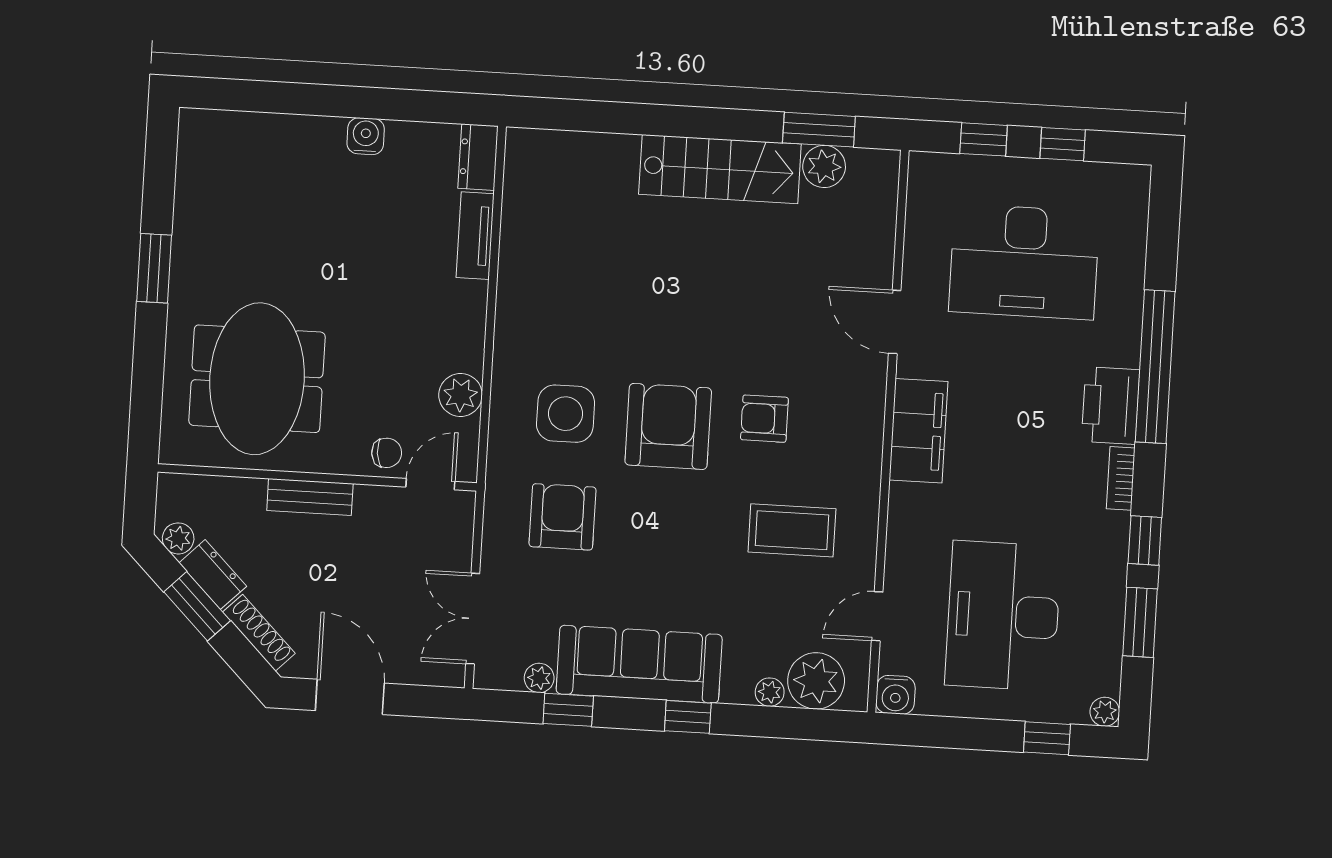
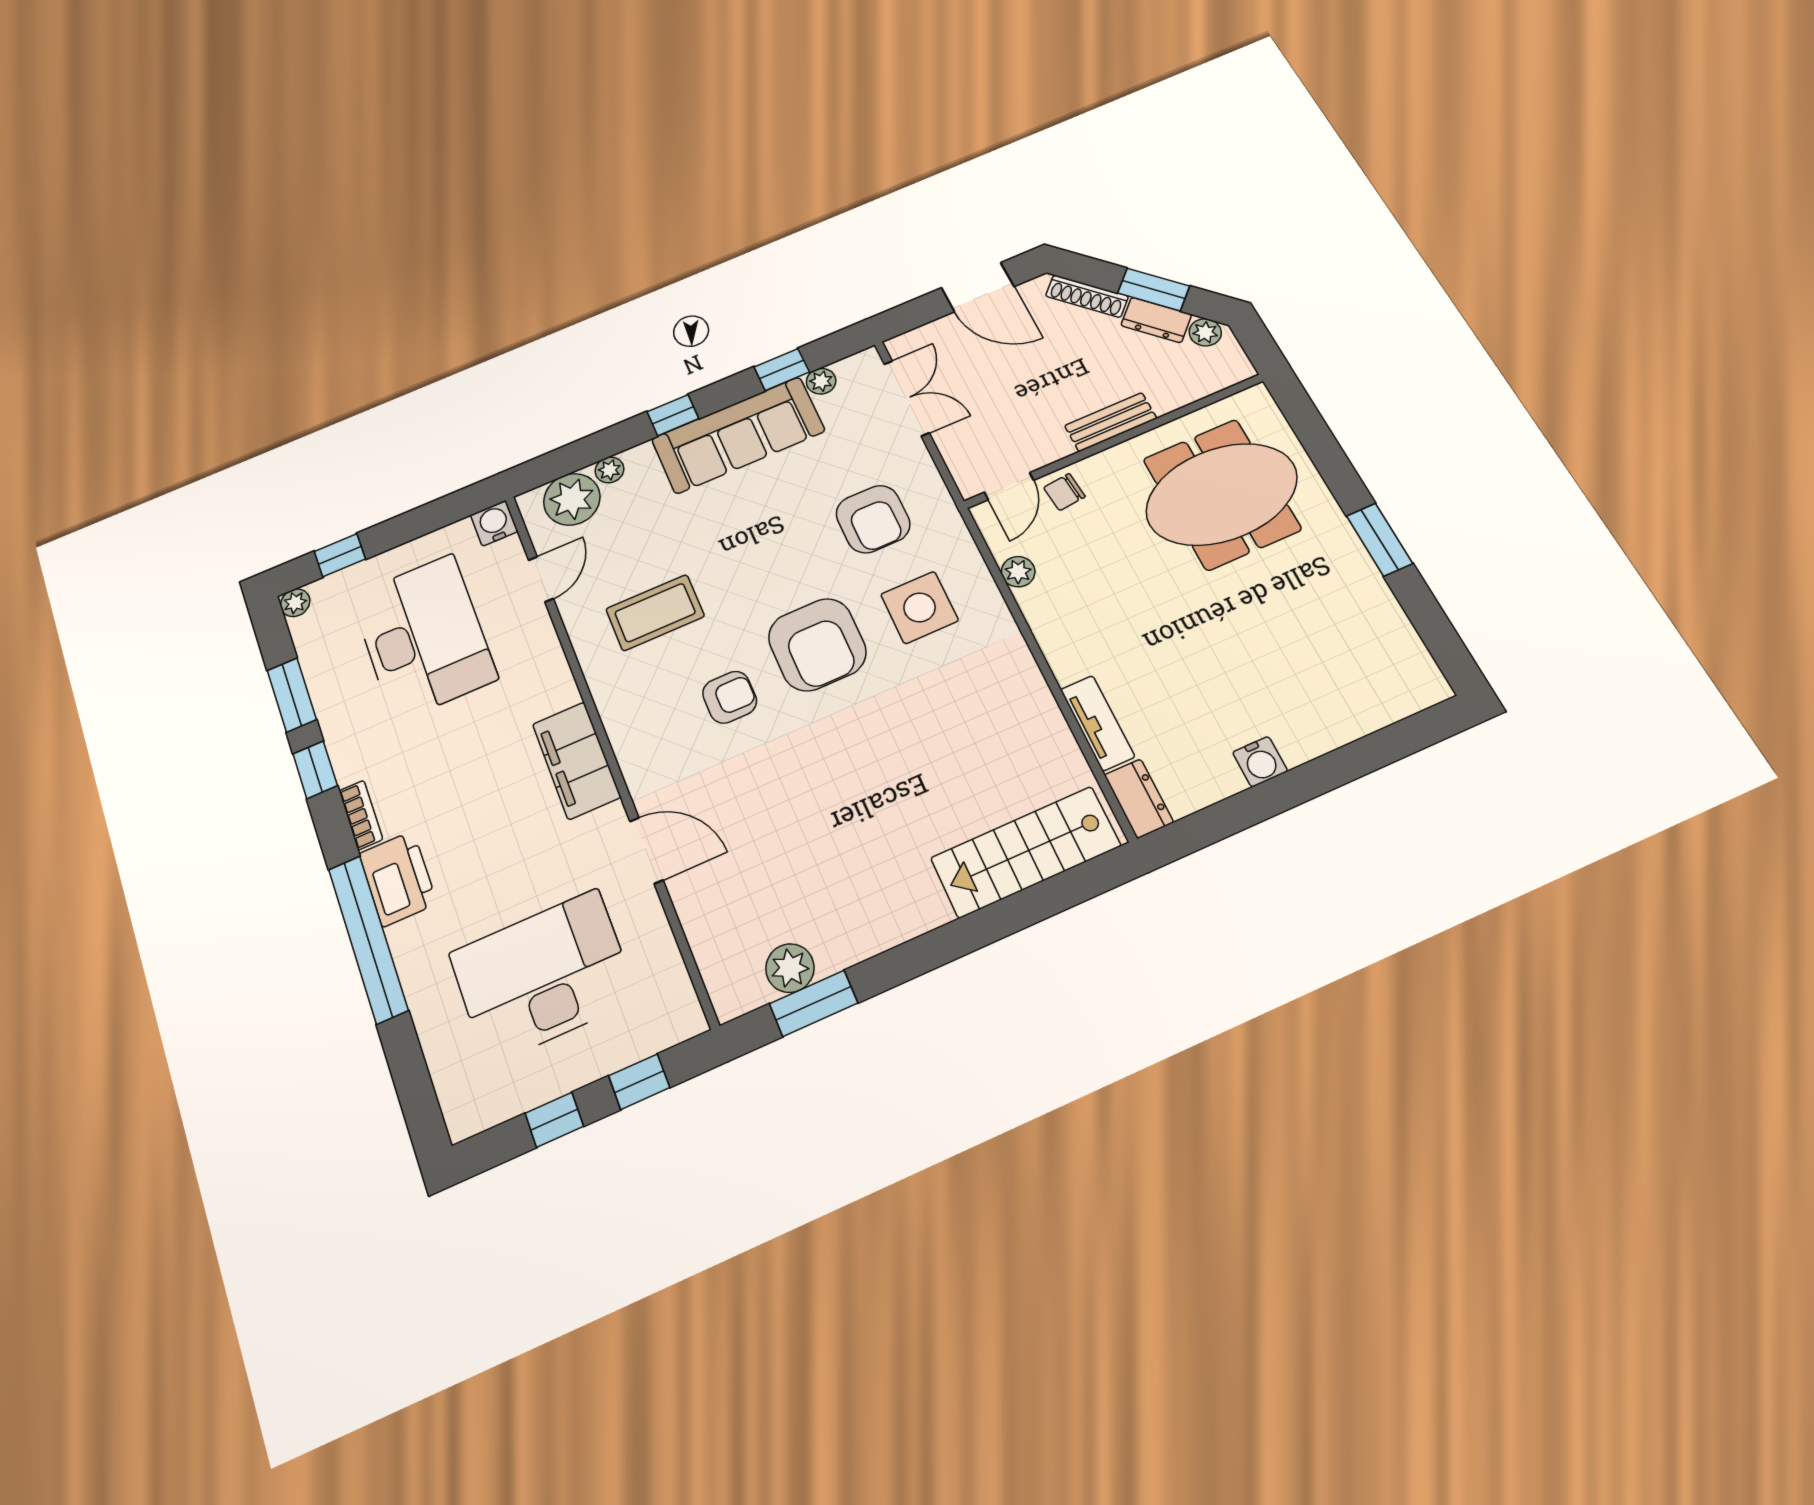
stairs: (720, 169) -> (1026, 852), moved
meeting table: (257, 379) -> (1222, 494), turned 90
plant: (461, 395) -> (1018, 572), width x0.73, depth x0.73

